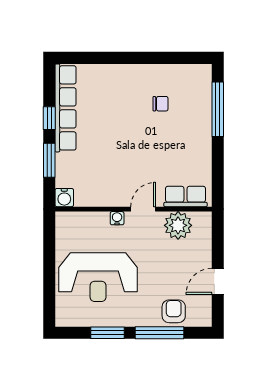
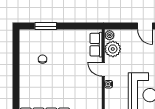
window: (218, 109) -> (46, 26), width x0.69
plant: (202, 220) -> (110, 35), added

